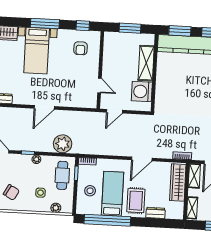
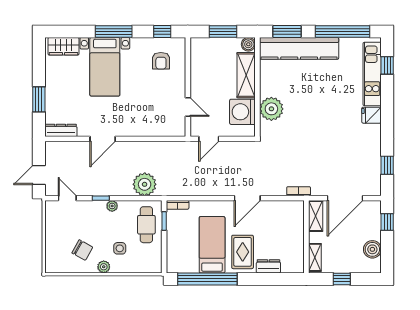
boiler: (149, 39) -> (248, 44), added
plant: (164, 90) -> (271, 109), added
door: (44, 107) -> (103, 139), moved
wardrobe: (178, 182) -> (295, 226), removed
stool: (90, 191) -> (183, 242), removed
plant: (56, 208) -> (104, 267), moved

